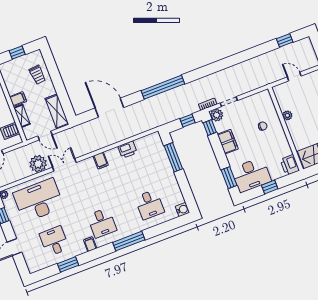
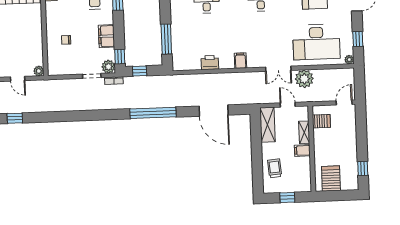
plant: (287, 115) -> (39, 71), moved

